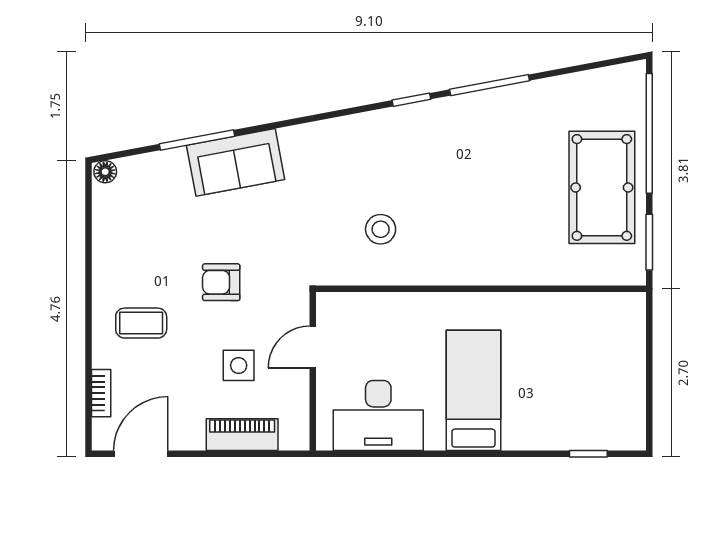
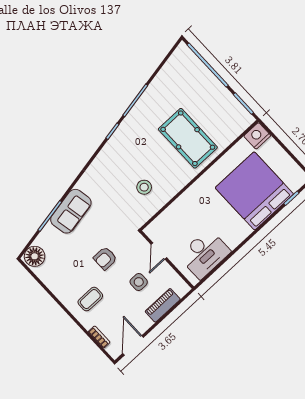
floor lamp: (105, 172) -> (35, 256), width x1.89, depth x1.89
pool table: (602, 187) -> (188, 138), moved
nightstand: (625, 311) -> (257, 136), added
bed: (473, 390) -> (254, 191), moved, width x2.04

